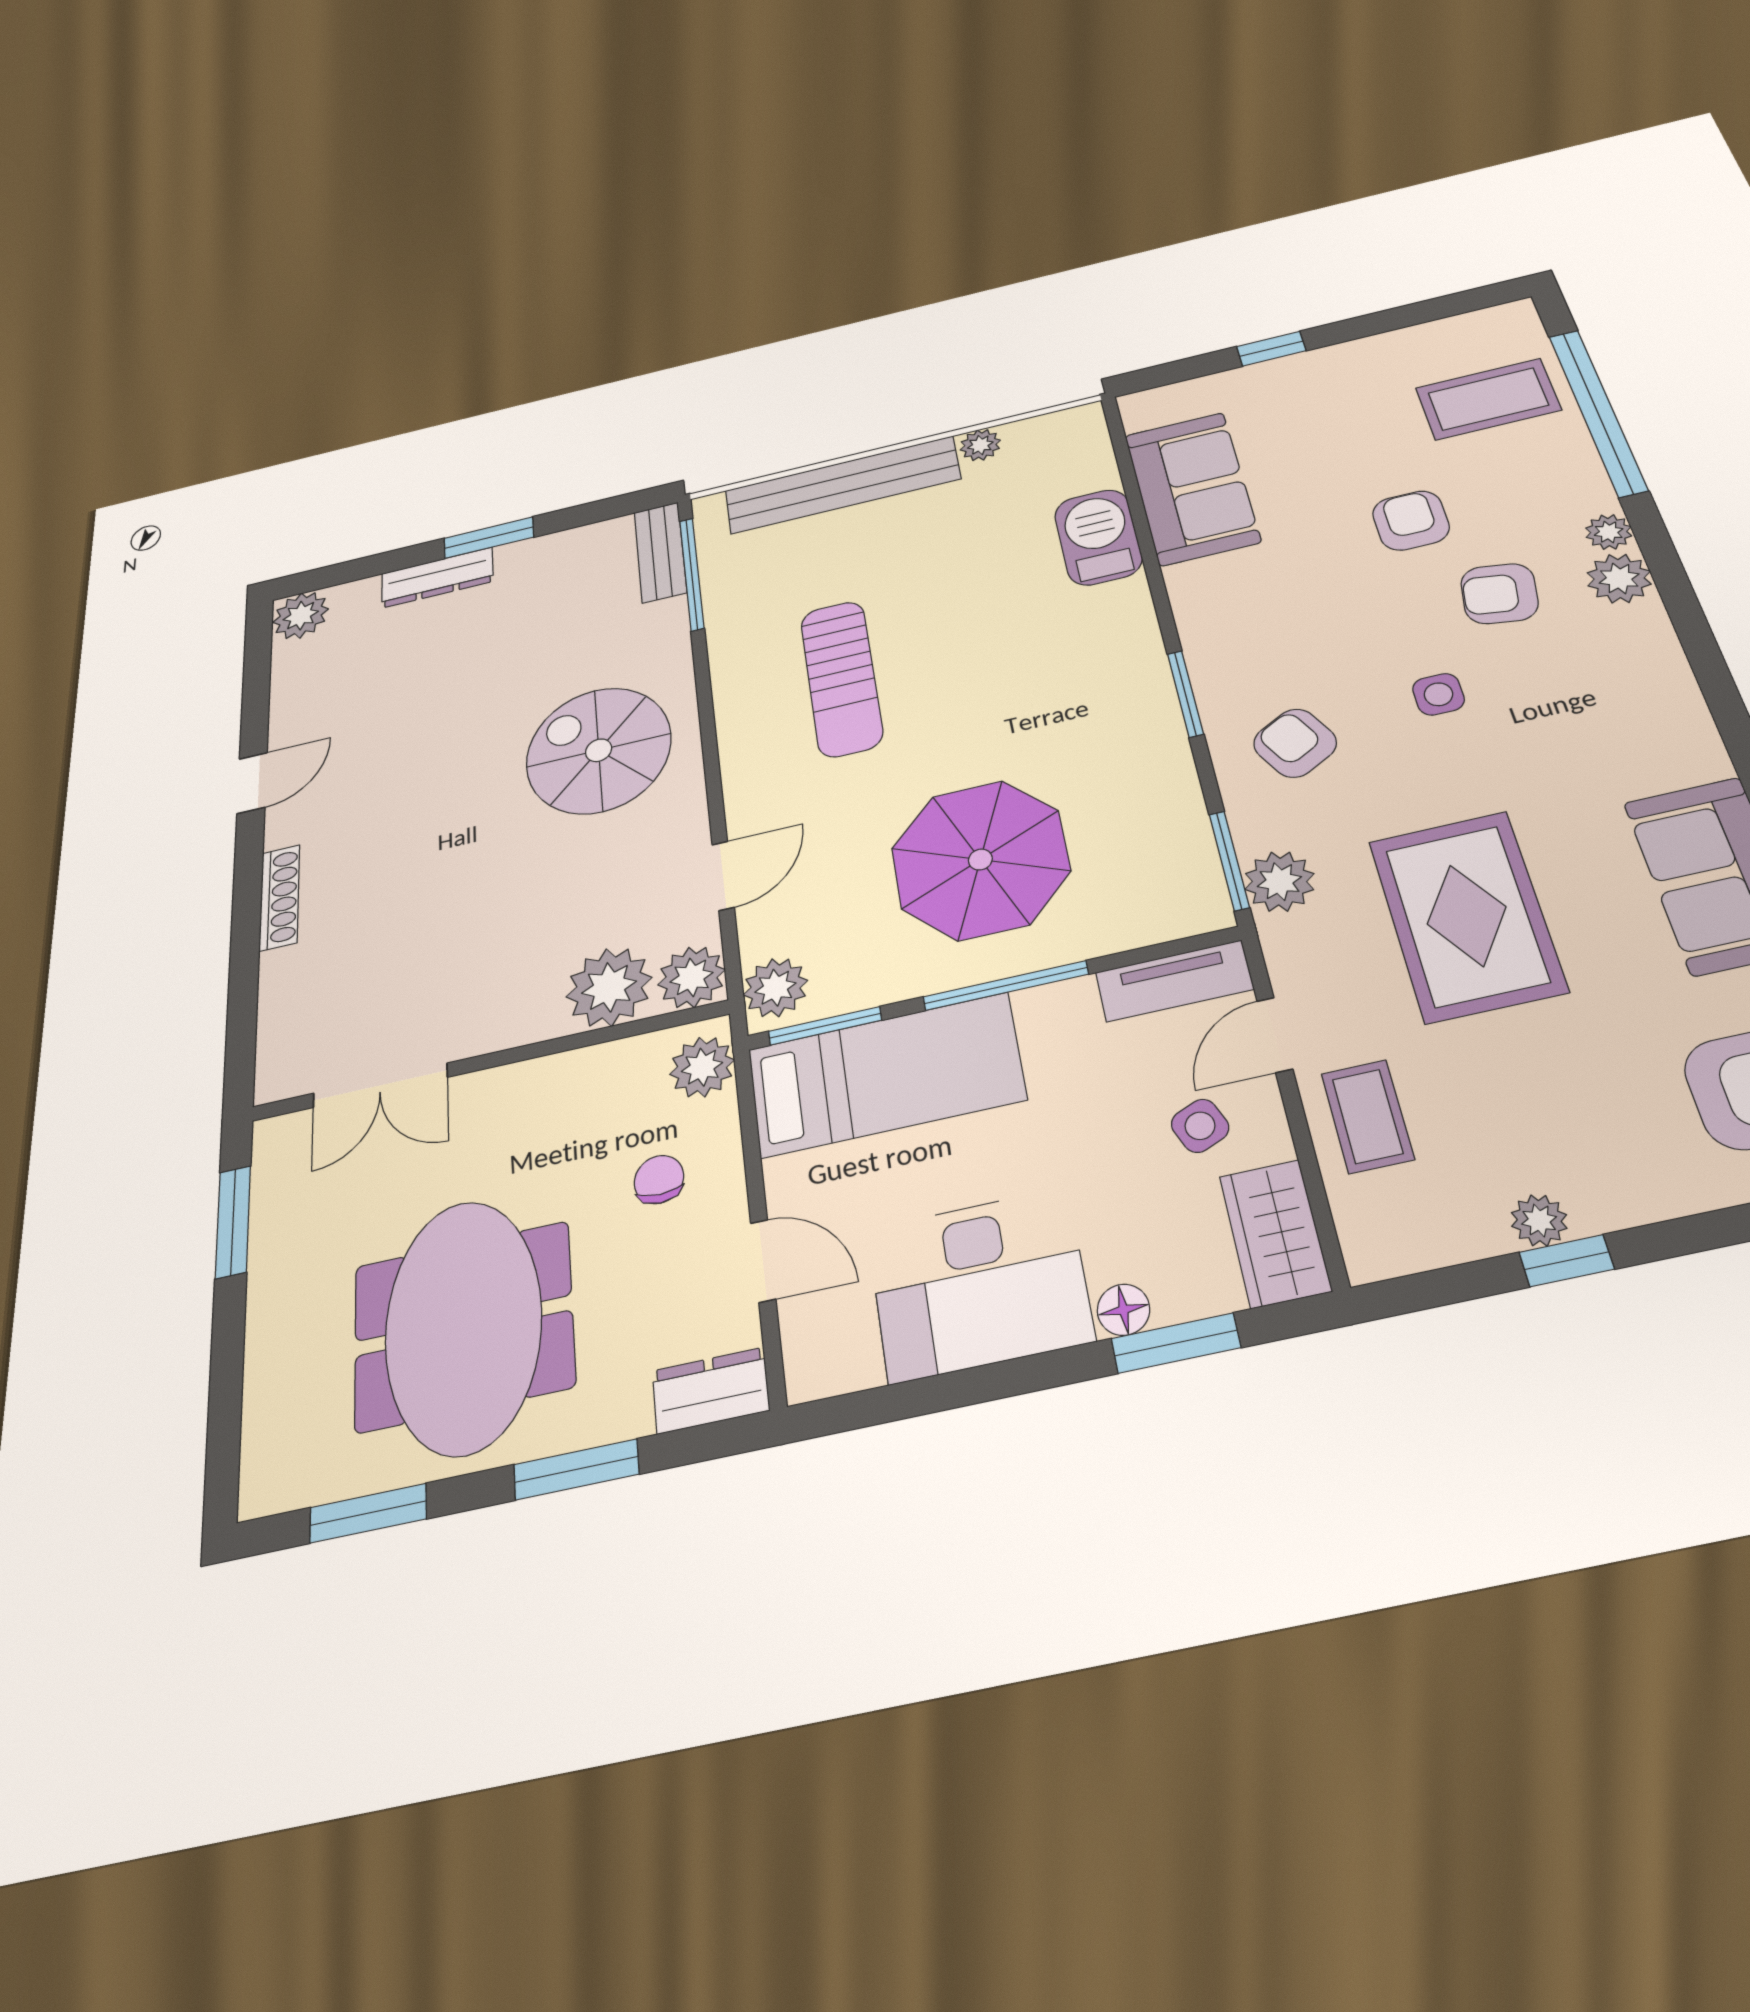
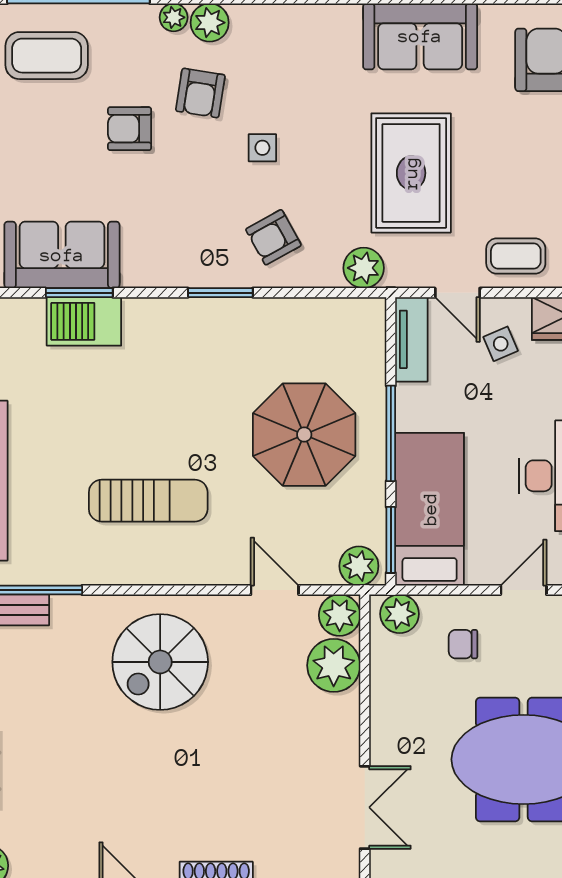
coffee table: (1488, 399) -> (47, 56), turned 90
window: (1229, 861) -> (79, 293), moved
rug: (1467, 915) -> (411, 173), turned 90

